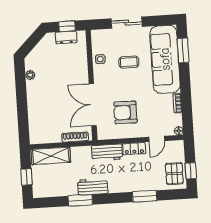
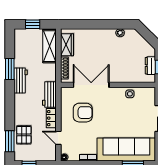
coffee table: (129, 62) -> (126, 118), removed
armchair: (125, 112) -> (83, 113), turned 90
wardrobe: (48, 136) -> (67, 45), added
pallet: (174, 174) -> (24, 135), moved, turned 90
window: (145, 196) -> (10, 141), moved

